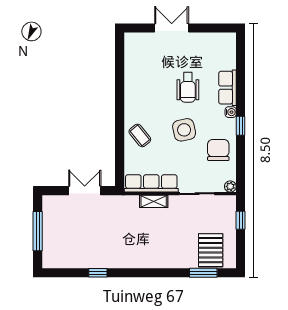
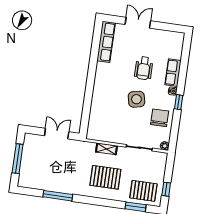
coffee table: (140, 135) -> (103, 99), removed
row of seats: (151, 183) -> (106, 42), moved, turned 90
window: (241, 220) -> (166, 189), moved
pallet: (158, 239) -> (105, 177), added
pallet: (211, 250) -> (143, 191), turned 90
window: (98, 273) -> (58, 196), width x2.17

